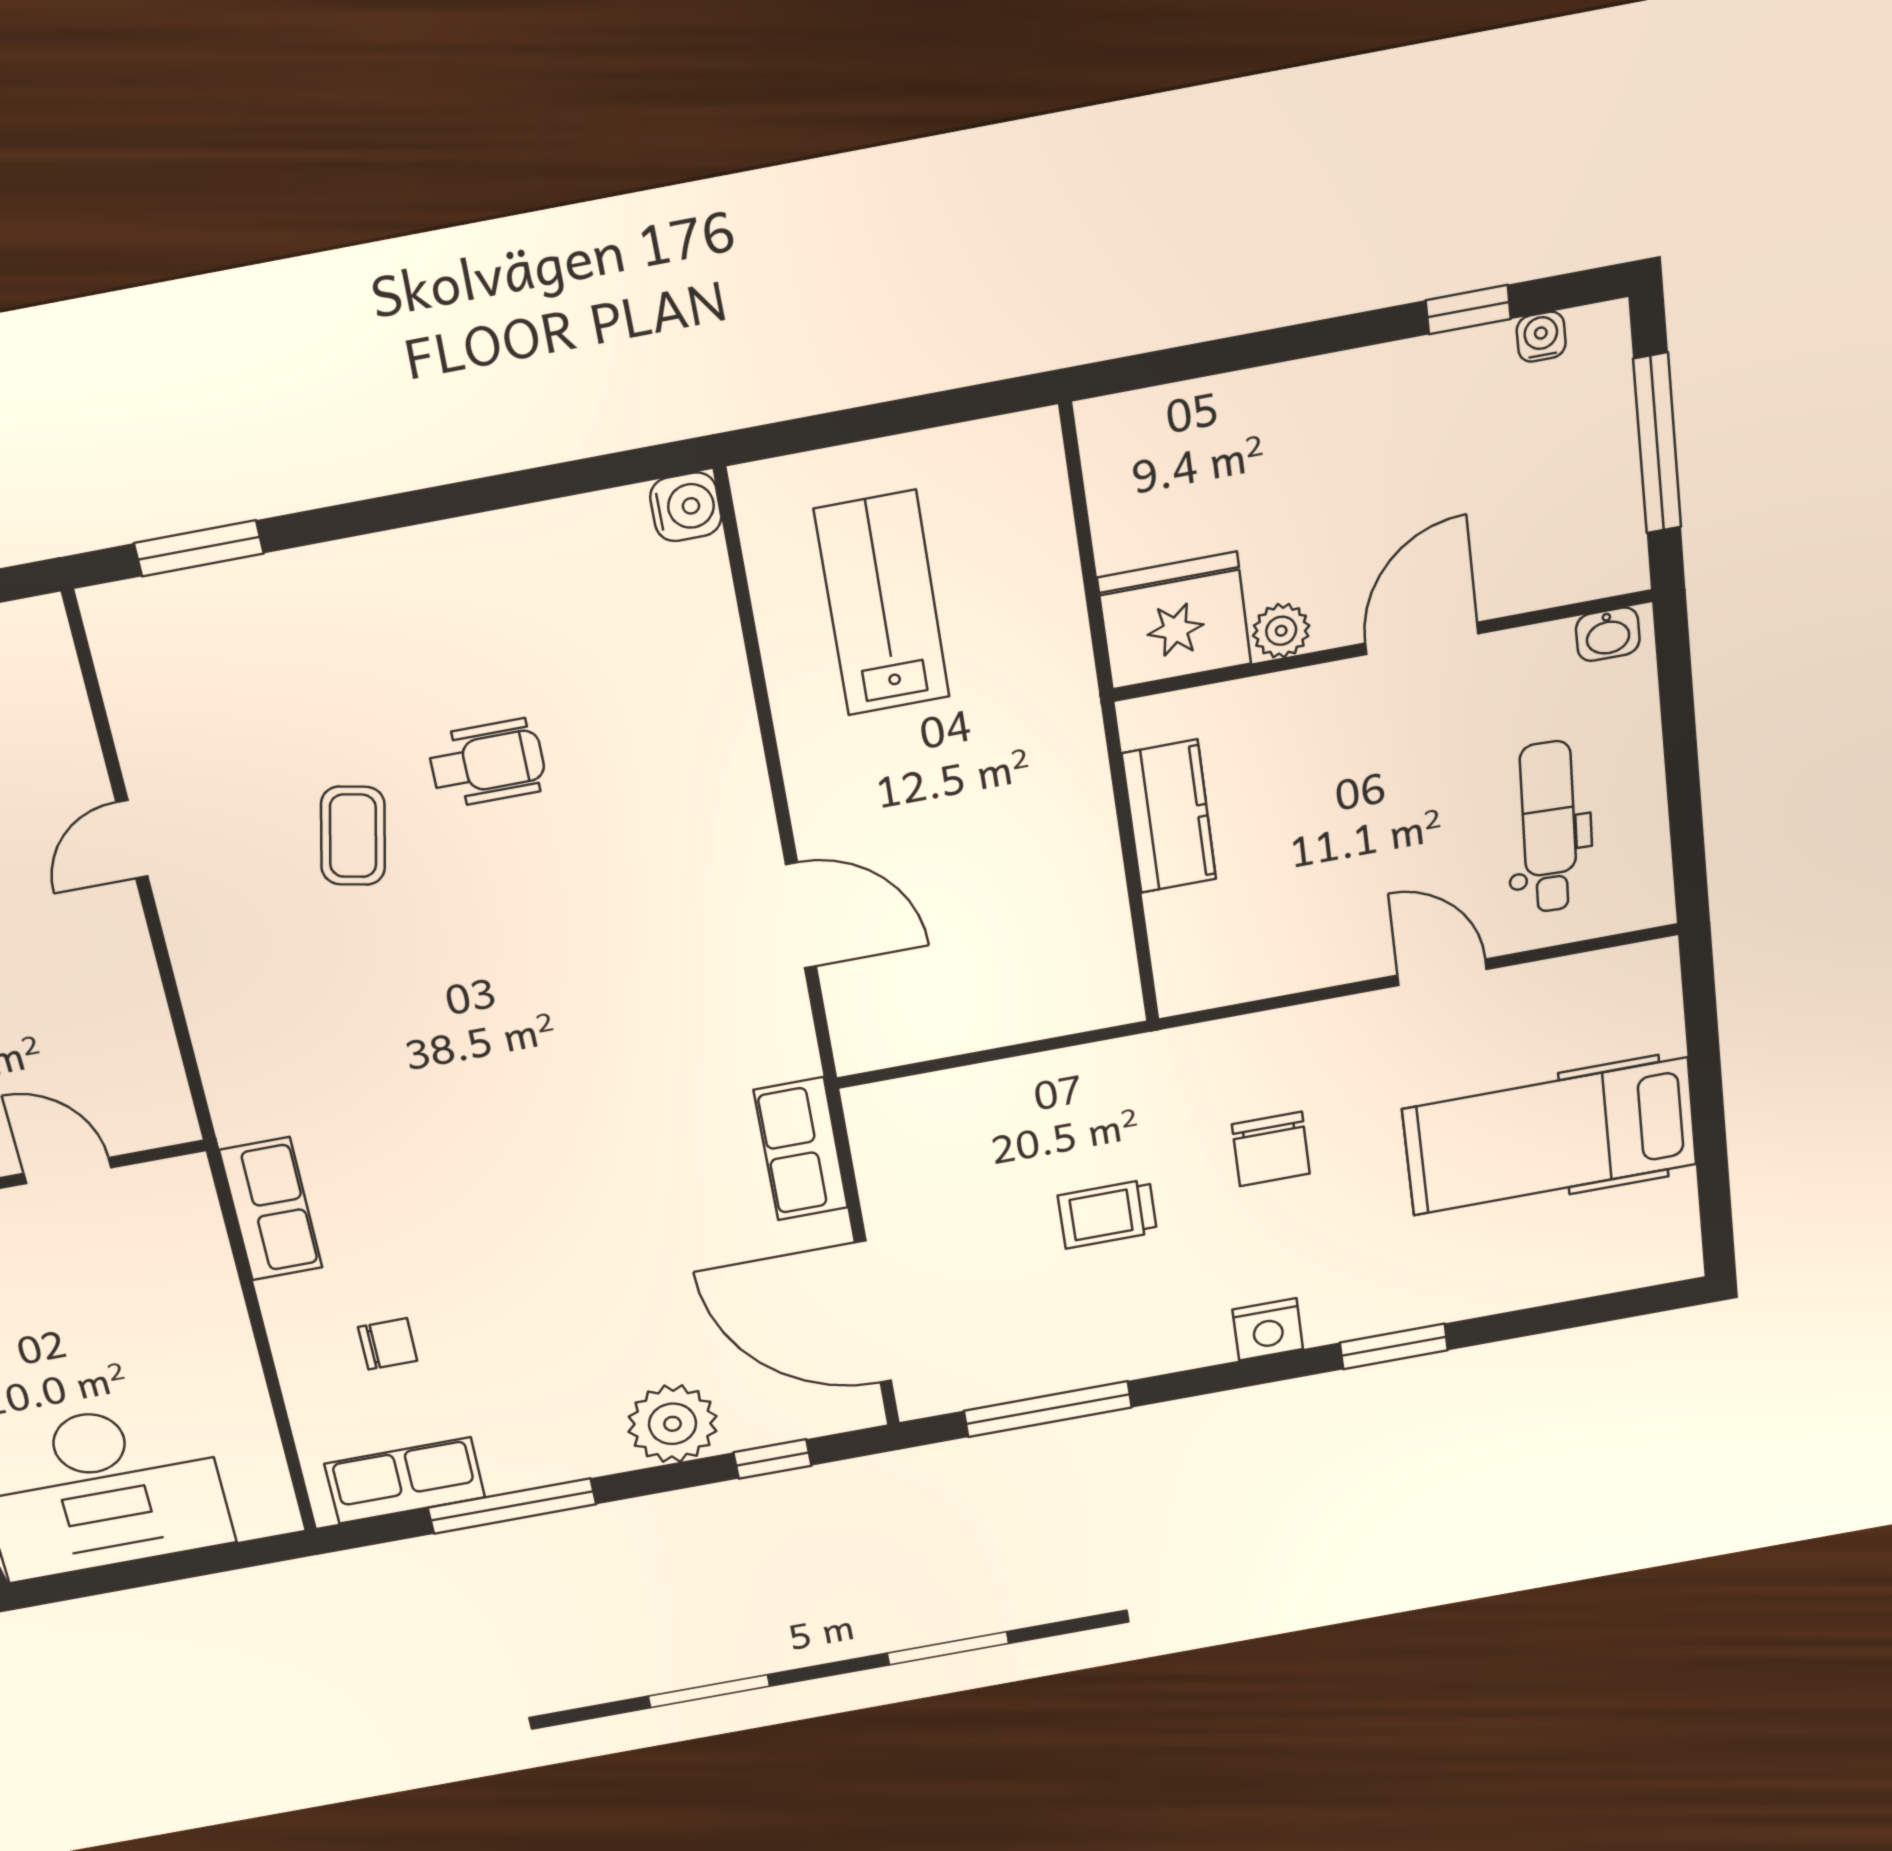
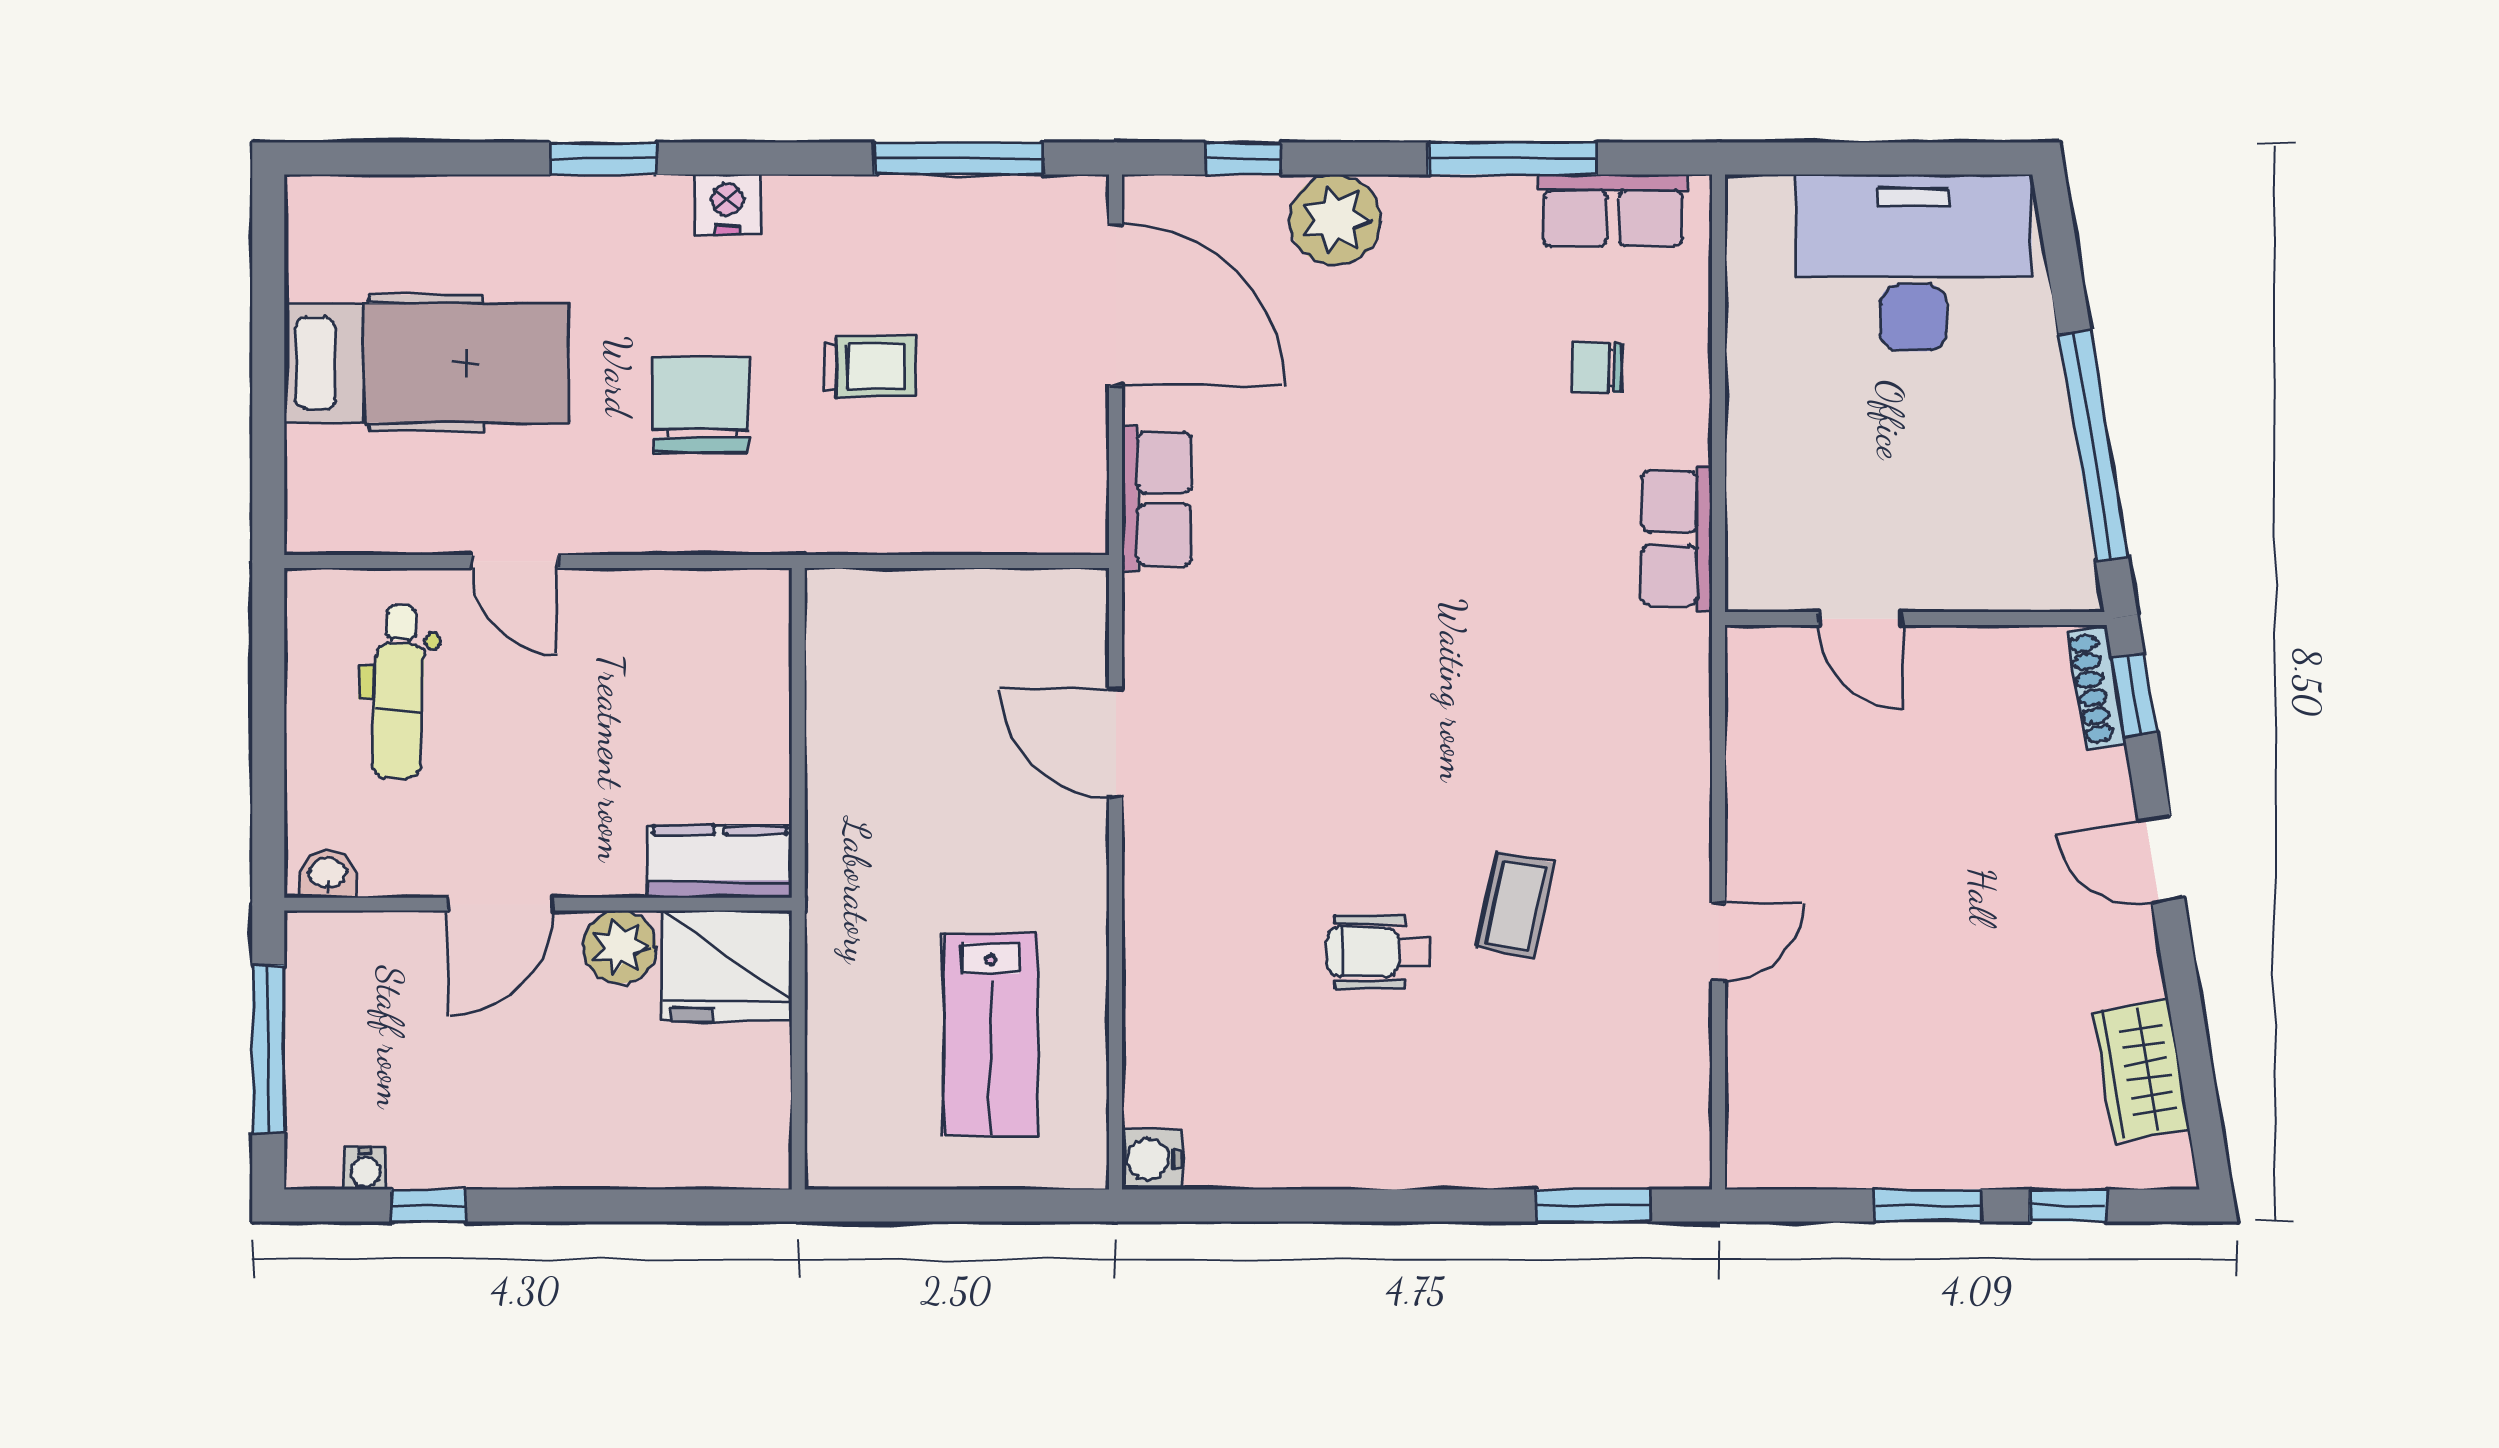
plant: (1281, 631) -> (620, 947), width x1.38, depth x1.38
kitchen counter: (1169, 816) -> (720, 862), moved, turned 90
chair: (1271, 1149) -> (701, 405), width x1.37, depth x1.37

